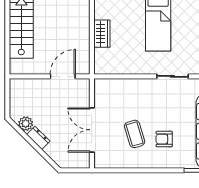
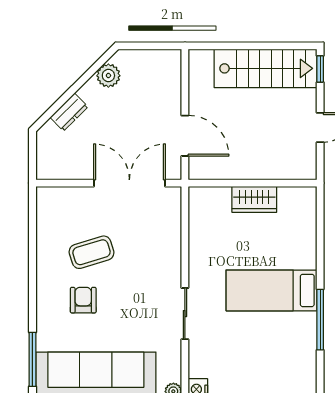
double door: (92, 130) -> (129, 183), moved
dresser: (38, 138) -> (69, 112), moved

